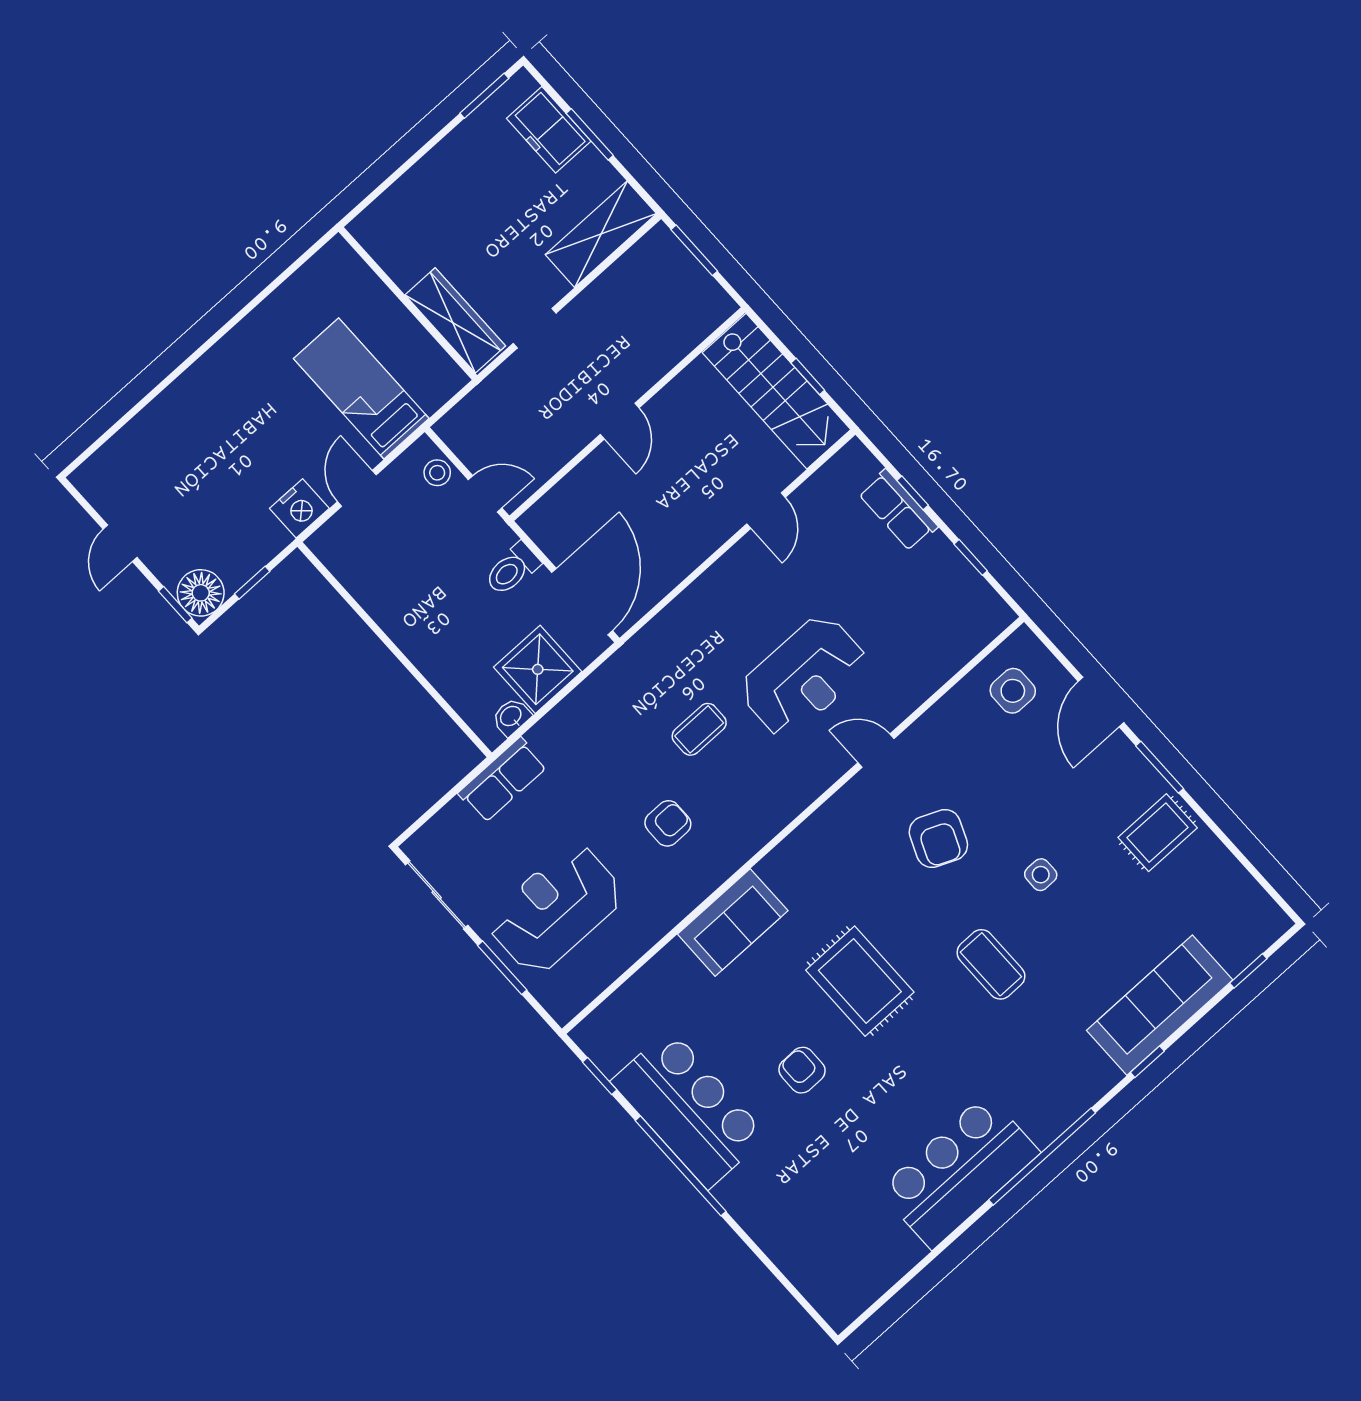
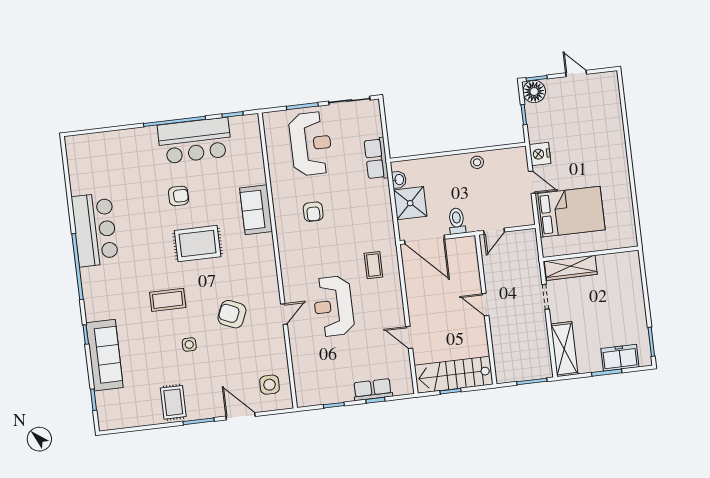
bed: (361, 389) -> (570, 212), width x1.50
stool: (437, 473) -> (477, 162), moved
coffee table: (699, 729) -> (373, 265), moved

